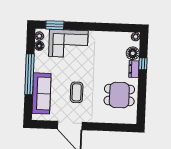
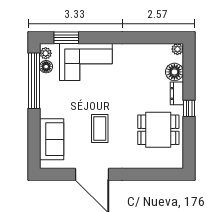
window: (143, 64) -> (189, 108), moved
window: (29, 74) -> (34, 81), moved
sofa: (41, 93) -> (52, 139), width x0.73

